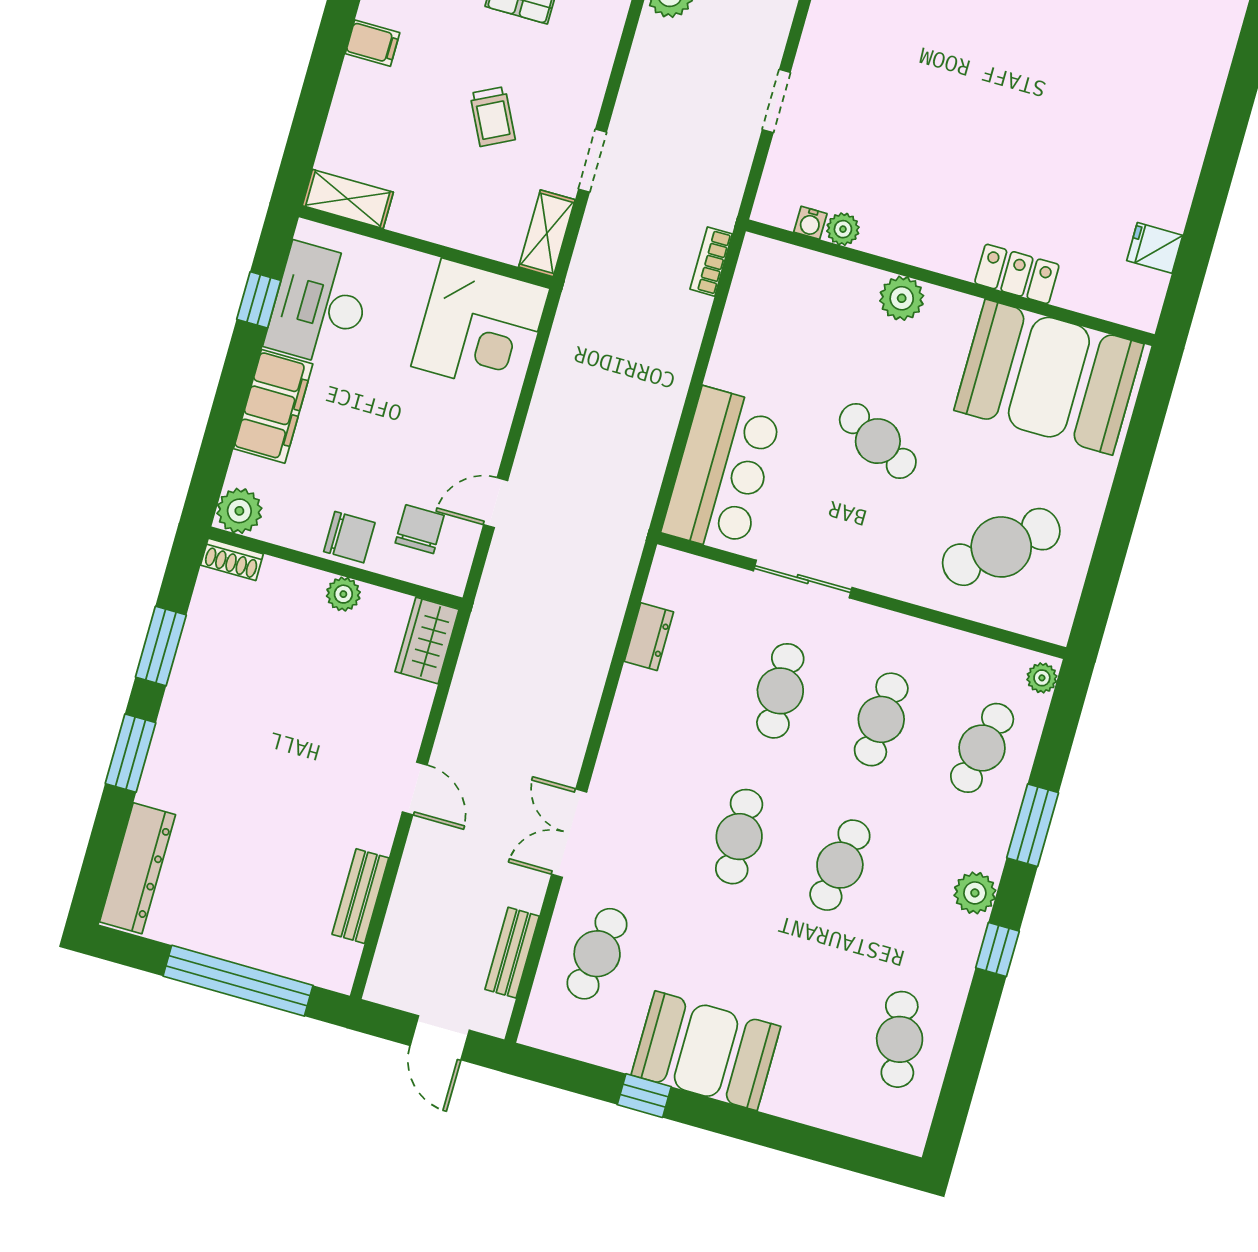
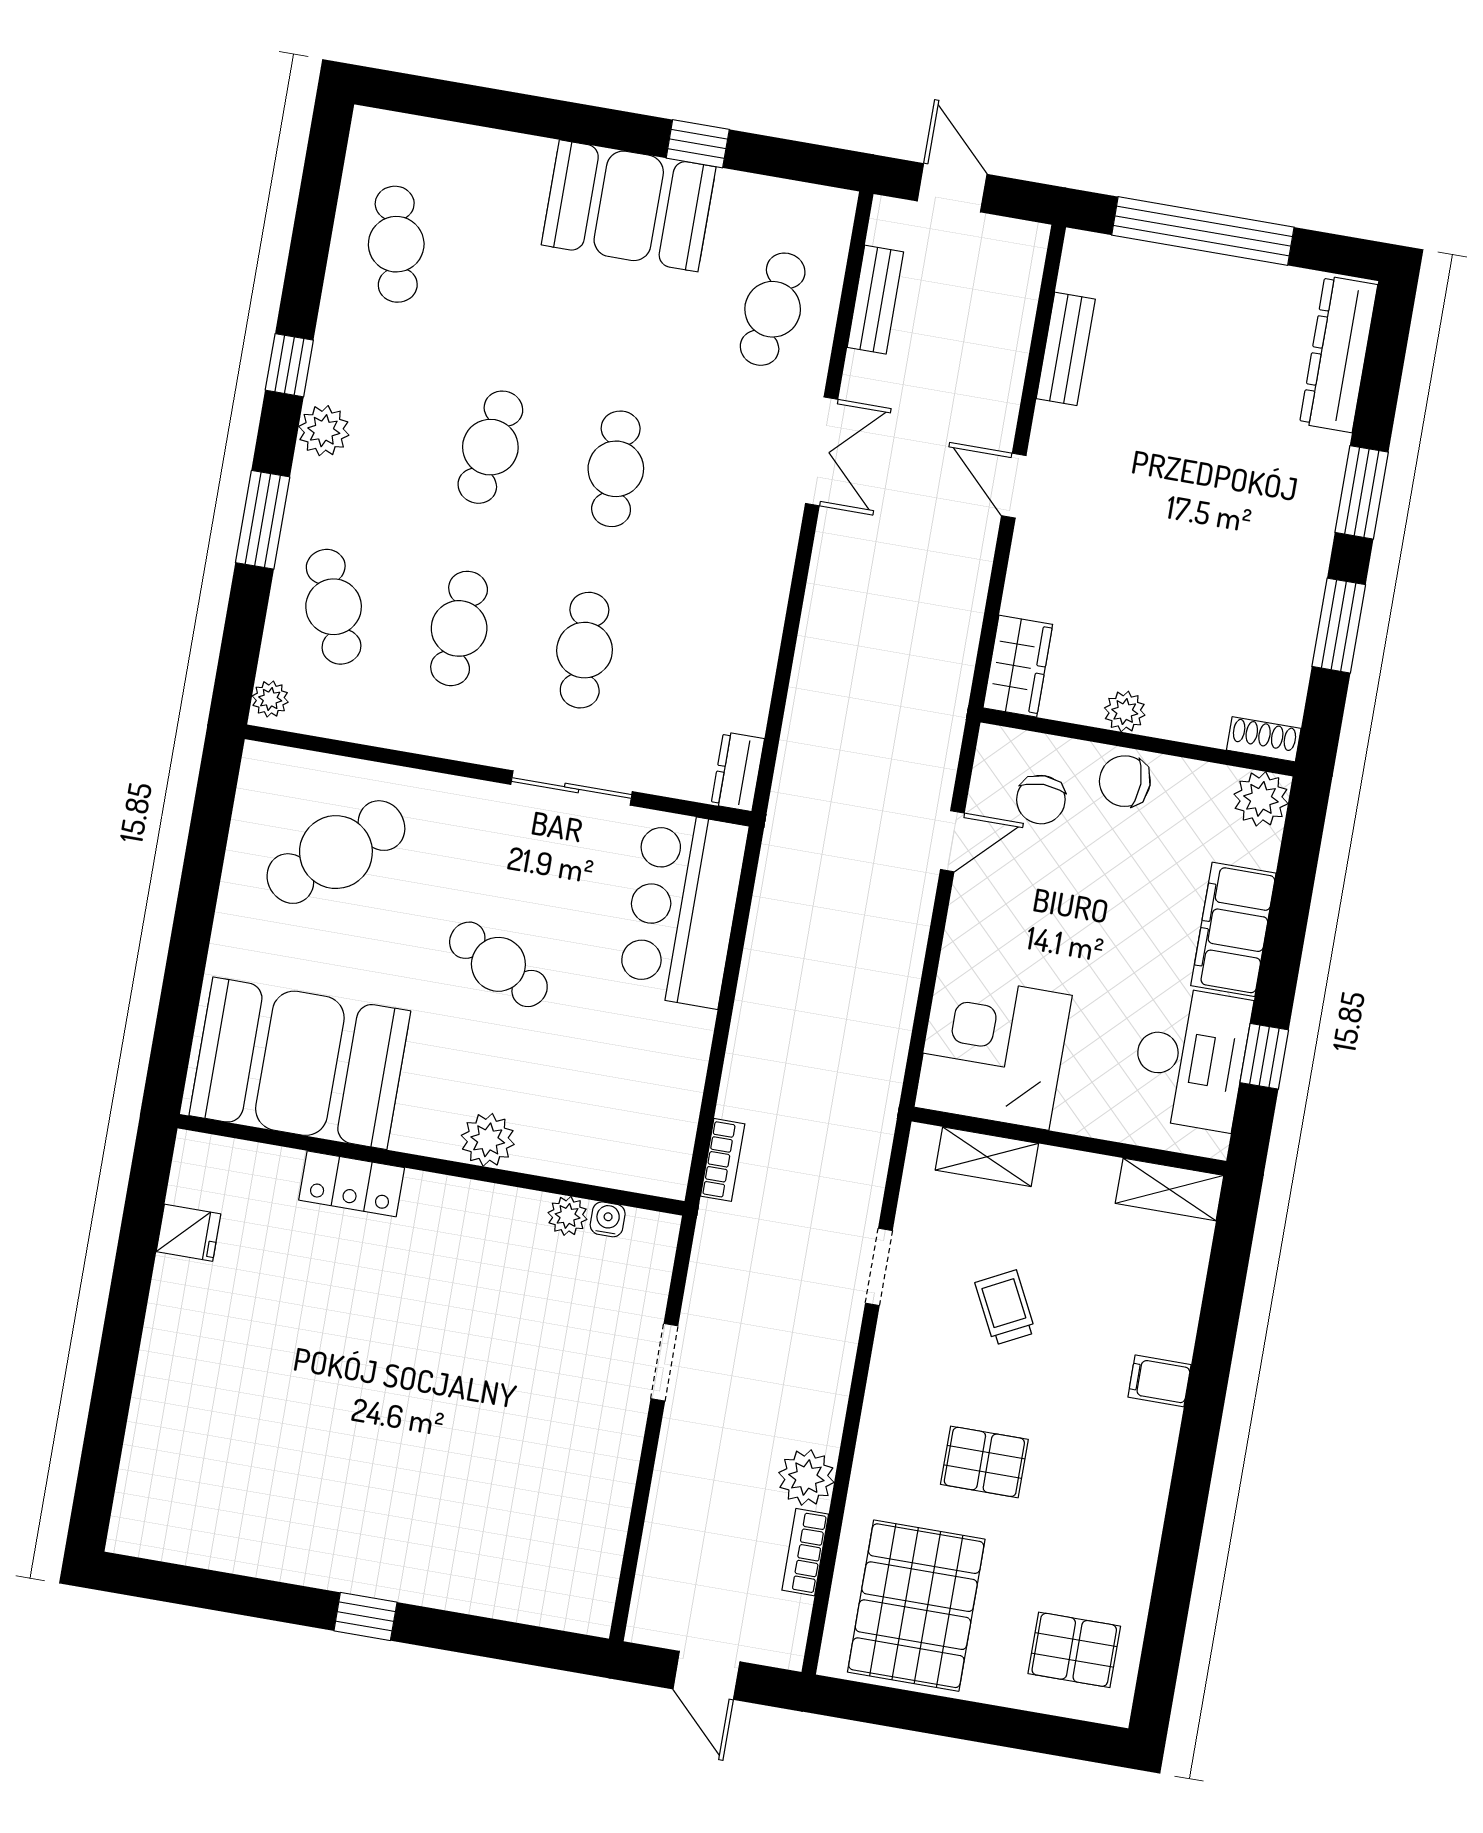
shelving: (547, 233) -> (987, 1157), moved, turned 90
dresser: (649, 637) -> (738, 772), moved
cafe table: (982, 748) -> (334, 607), turned -33

